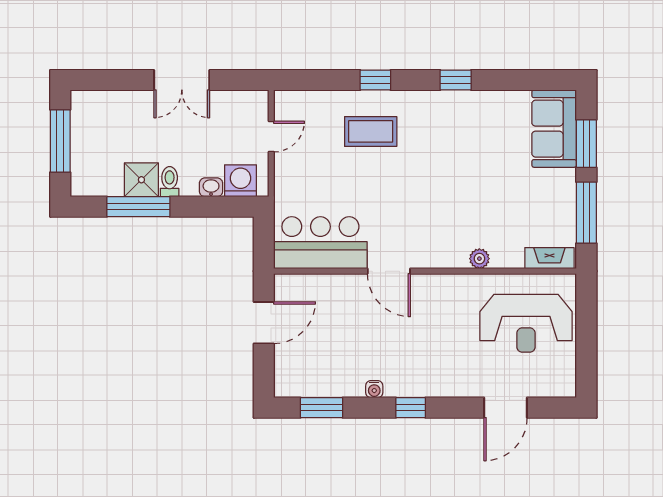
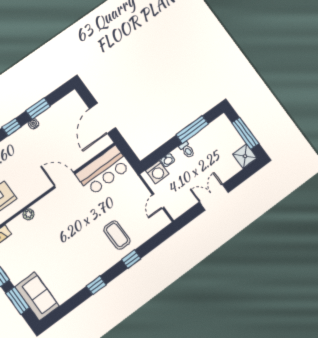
coffee table: (371, 131) -> (117, 235), turned 90
shower: (141, 180) -> (245, 156), moved
door: (264, 323) -> (103, 118), width x1.36
window: (321, 408) -> (38, 108), moved

